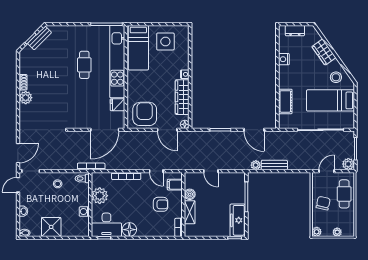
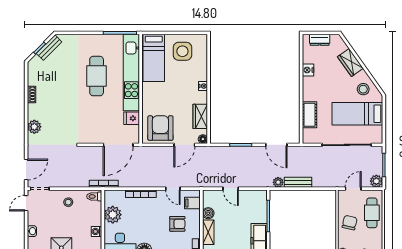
cafe table: (84, 65) -> (97, 76), width x1.37, depth x1.35
wardrobe: (182, 97) -> (200, 116), width x0.67
plant: (26, 98) -> (34, 127), moved
door: (167, 130) -> (184, 145), hinge flipped

